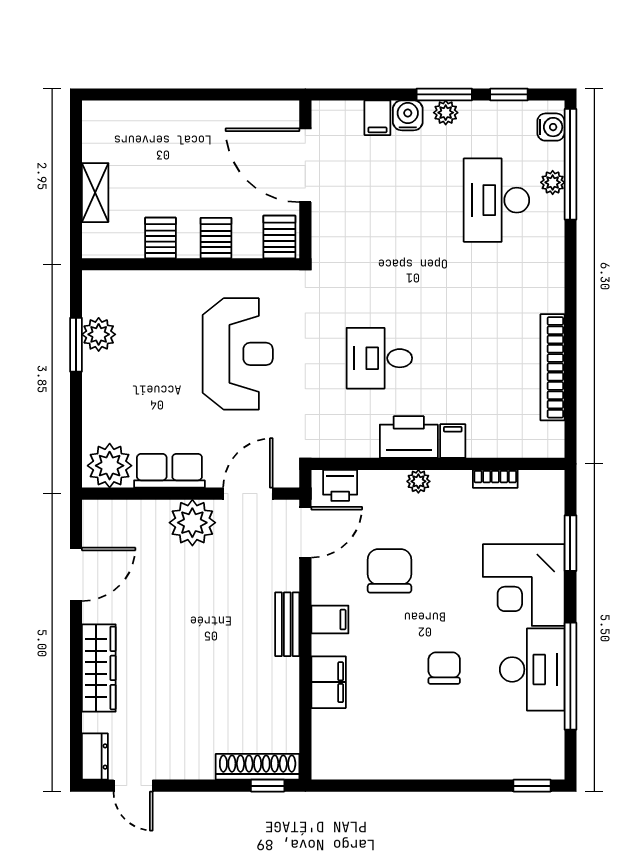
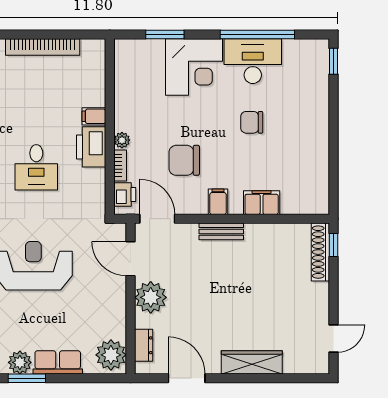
row of seats: (169, 471) -> (58, 362), moved, turned 90
bookcase: (495, 479) -> (120, 165), moved
dresser: (95, 757) -> (144, 345), moved, turned 90

